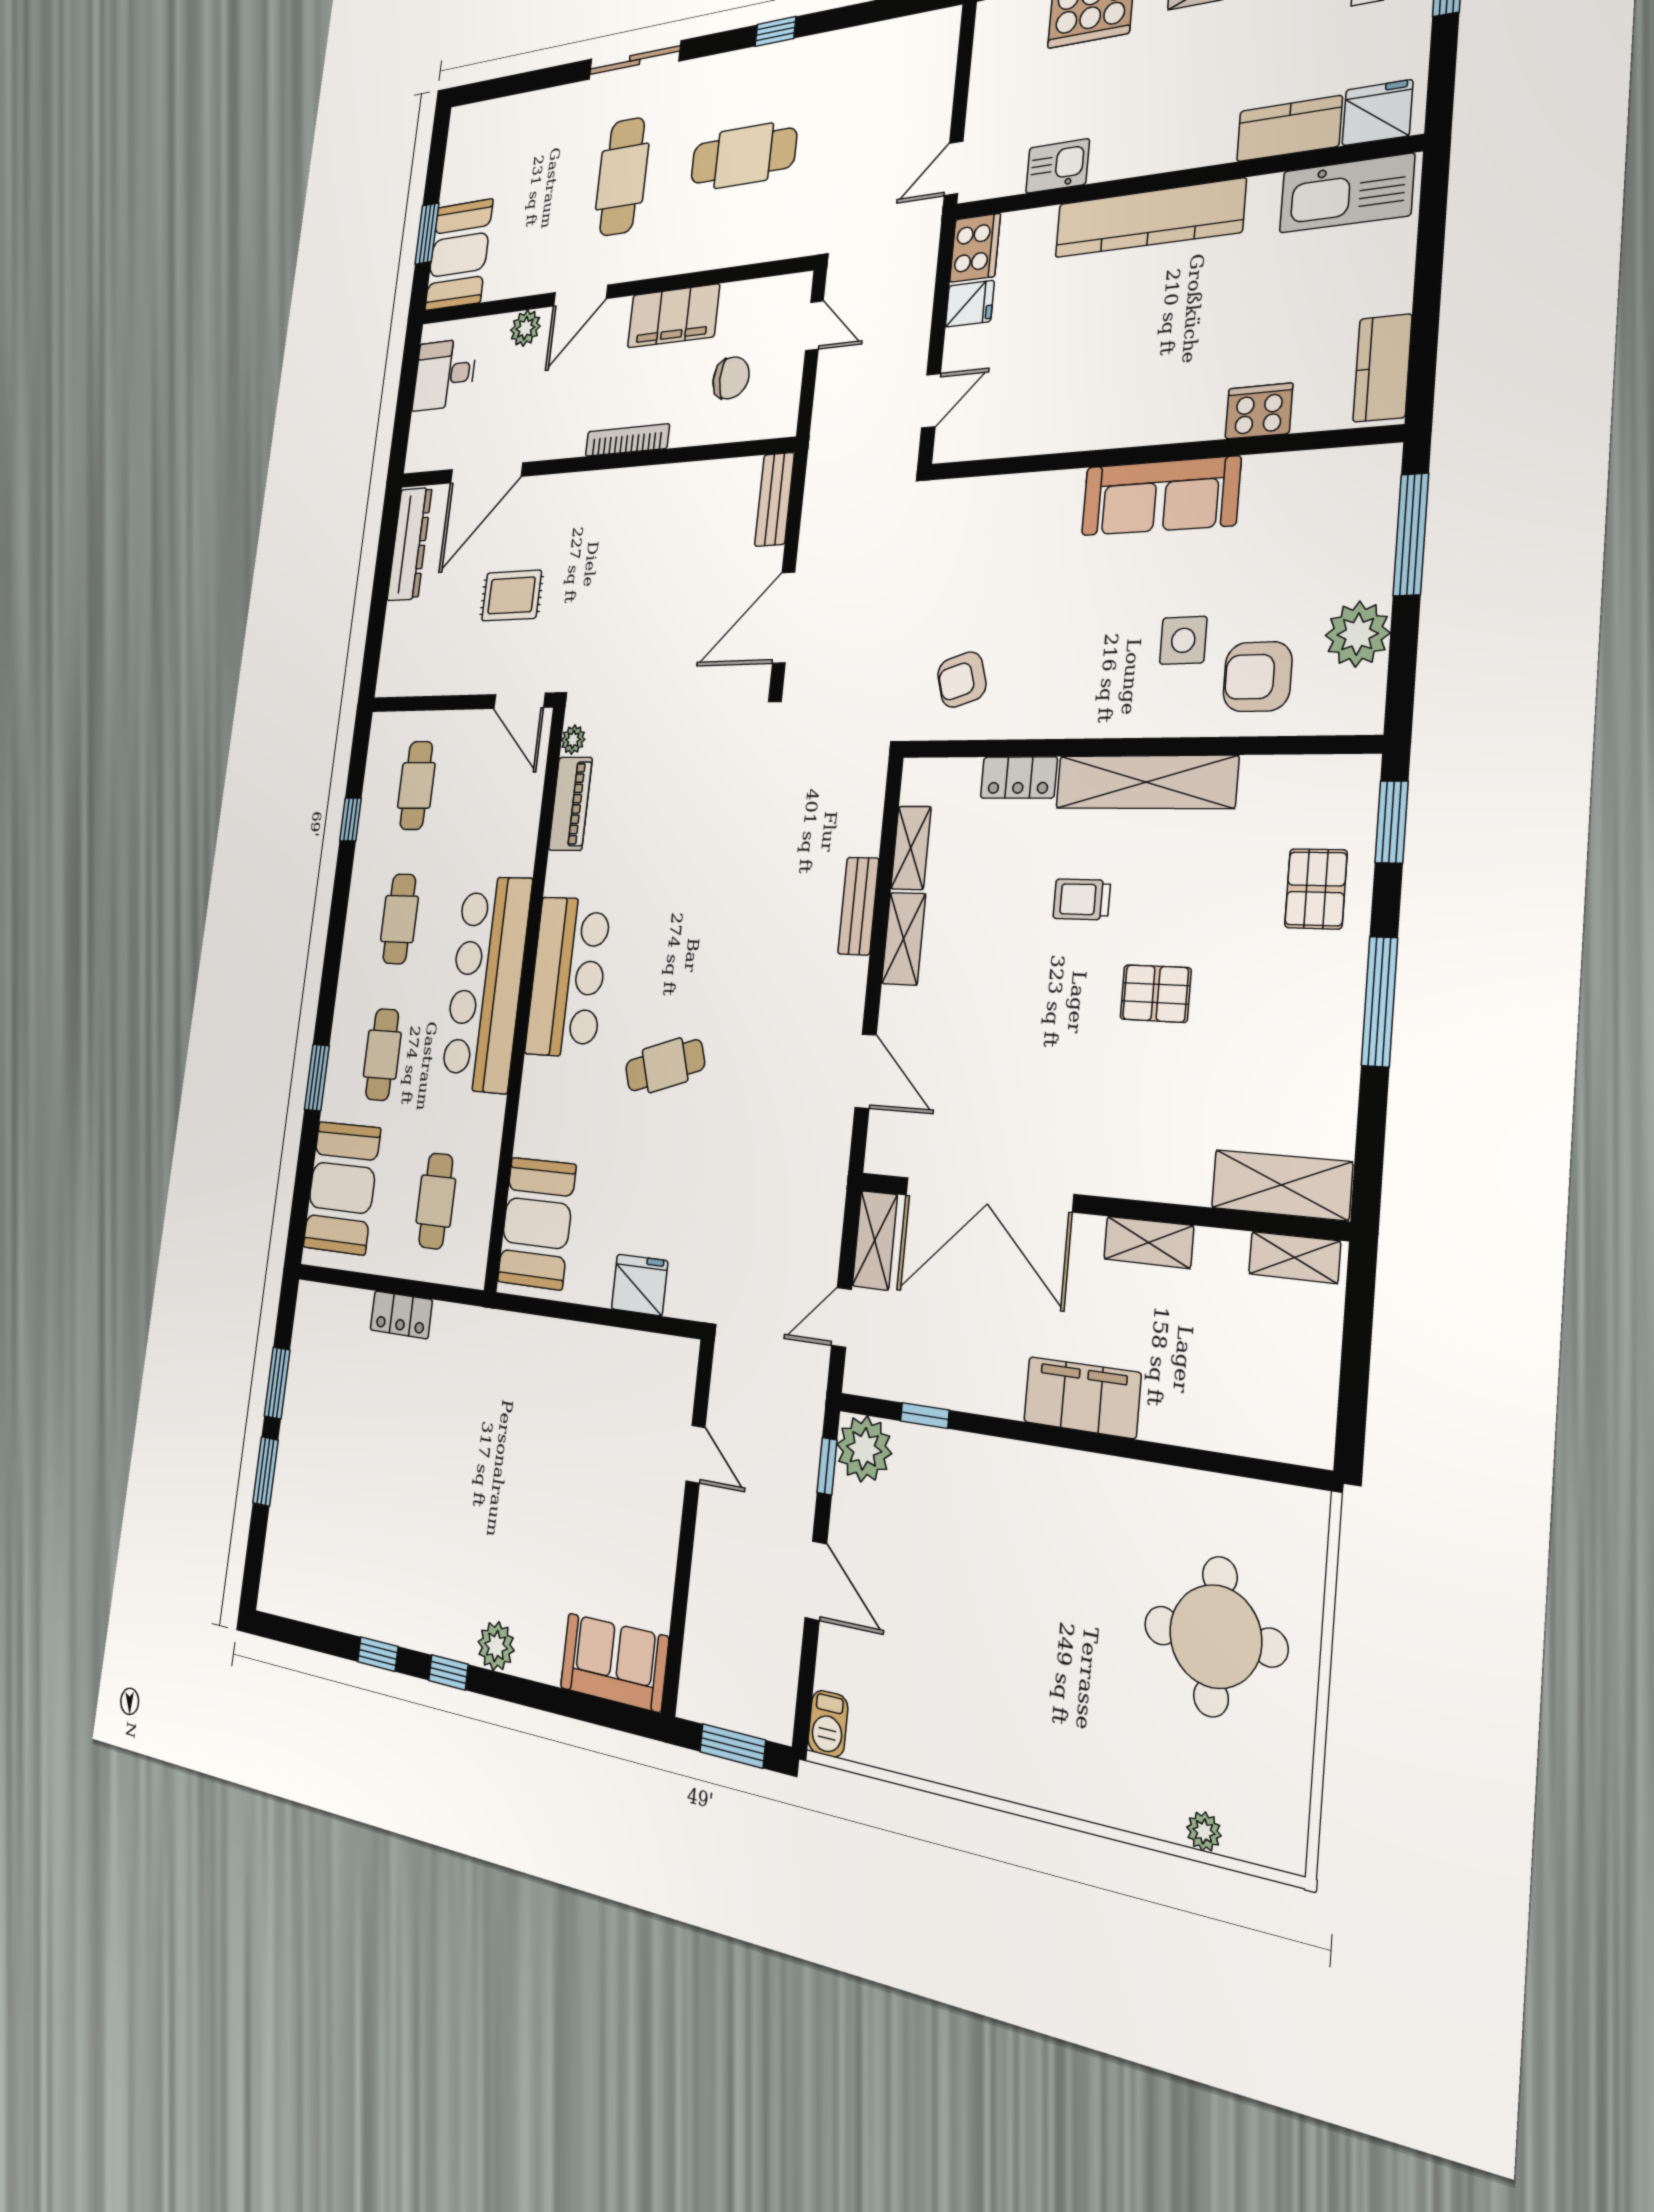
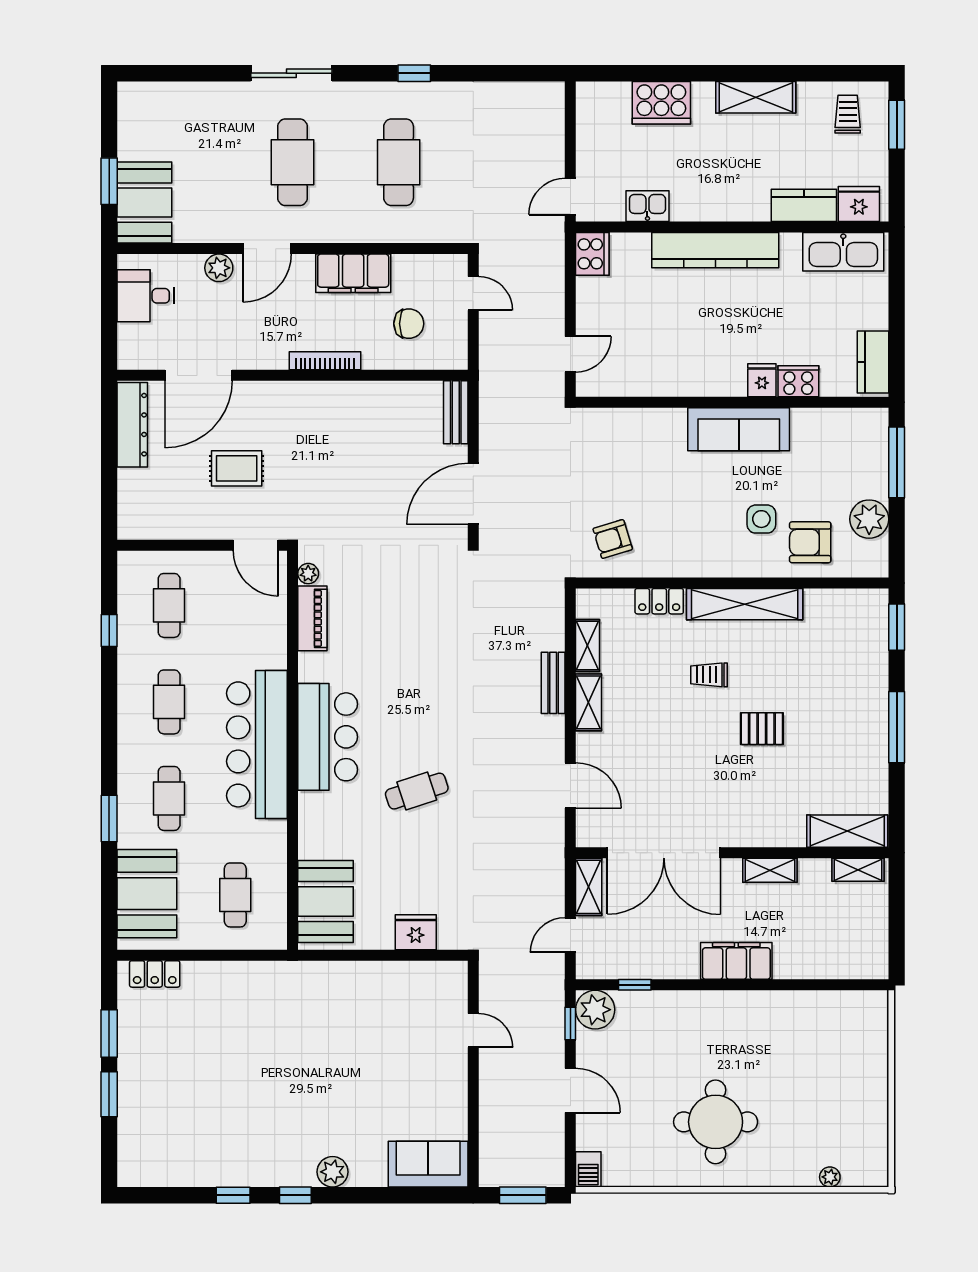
cafe table: (744, 156) -> (399, 162), turned 90
fridge: (970, 304) -> (762, 380), moved, turned -90
pallet: (1316, 889) -> (855, 665), removed
locker: (401, 1315) -> (155, 974), moved
round table: (1215, 1636) -> (716, 1122), moved

